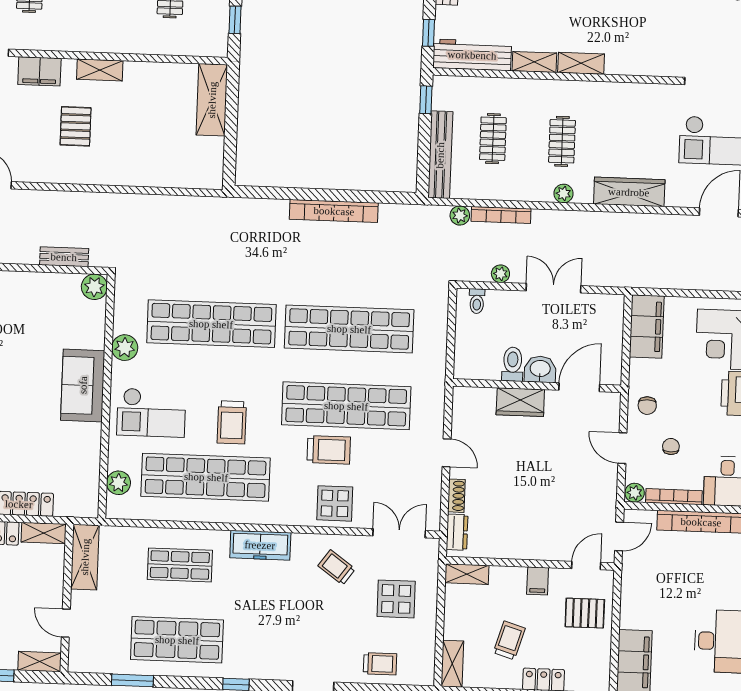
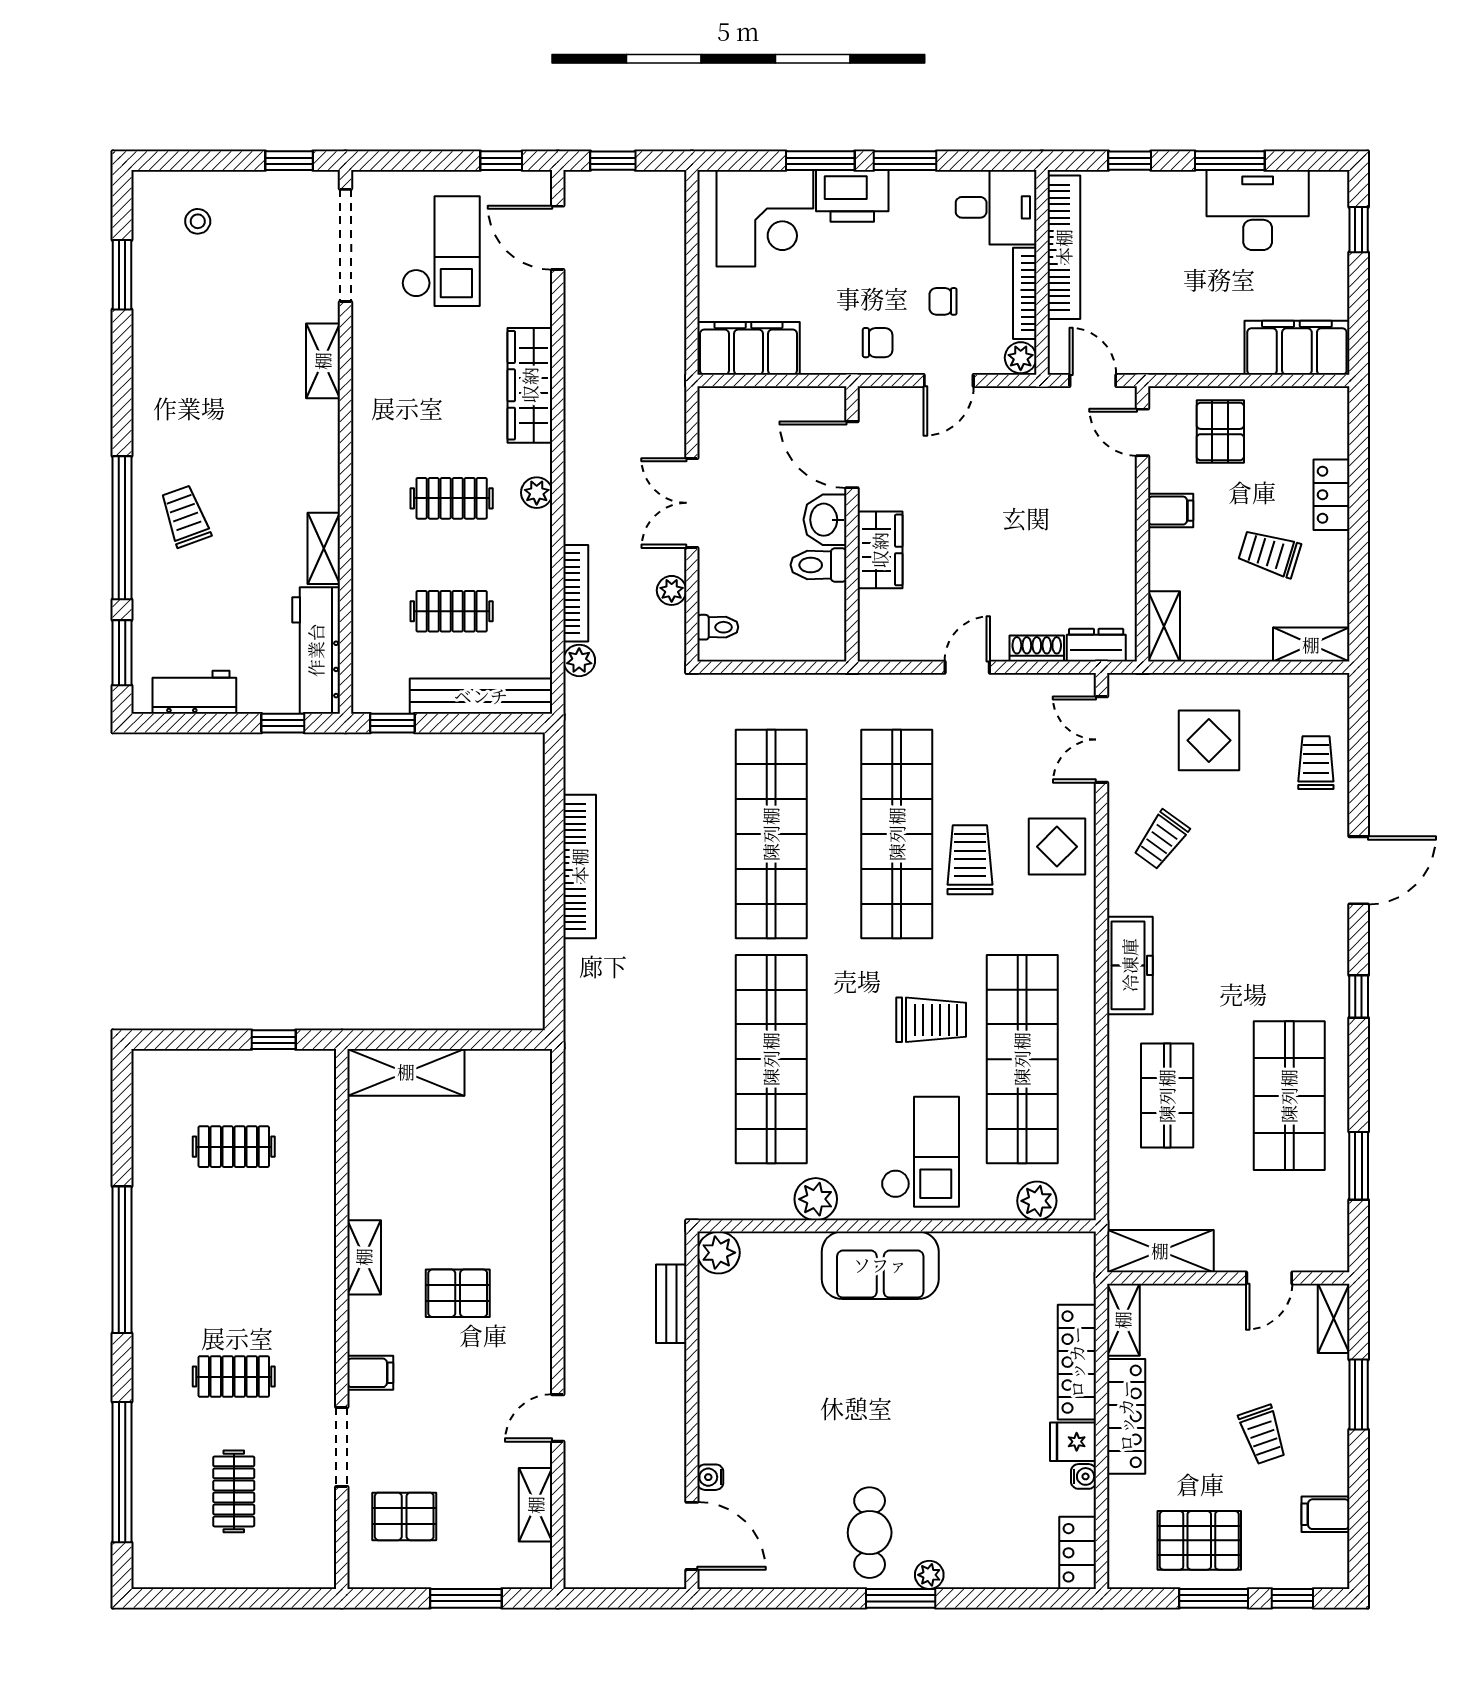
shelving: (581, 63) -> (323, 361), moved
filing cabinet: (39, 71) -> (370, 1373), width x0.50

